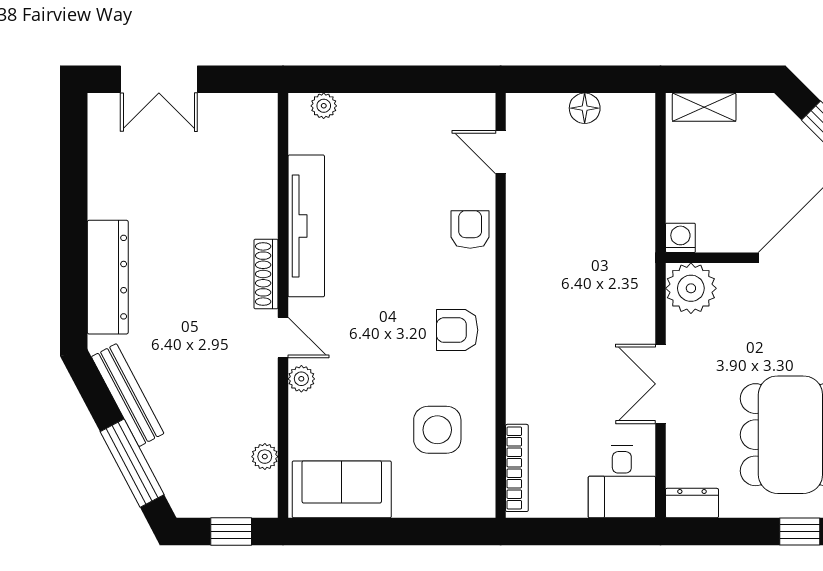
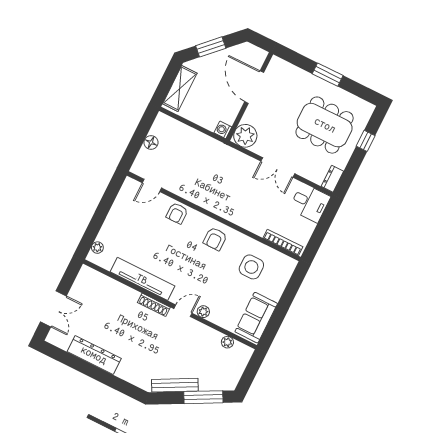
shelving: (704, 107) -> (180, 88), width x1.50, depth x1.33
armchair: (470, 229) -> (177, 213), turned -90
dresser: (108, 277) -> (94, 355), moved
window: (231, 532) -> (251, 371), removed

